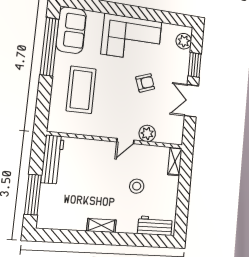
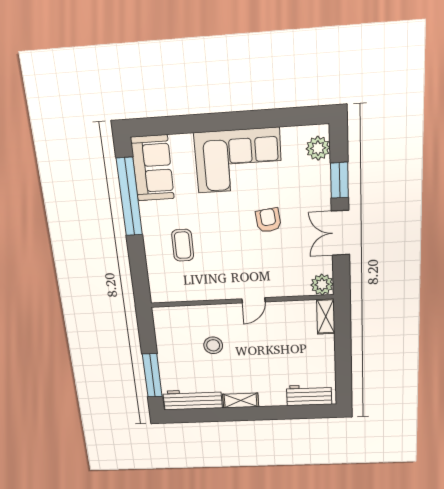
armchair: (145, 83) -> (268, 220), turned -77
coffee table: (81, 90) -> (183, 245), width x0.54, depth x0.58
plant: (147, 133) -> (322, 285), moved
workbench: (53, 159) -> (193, 400), moved, turned -90
stool: (137, 186) -> (213, 345), moved

